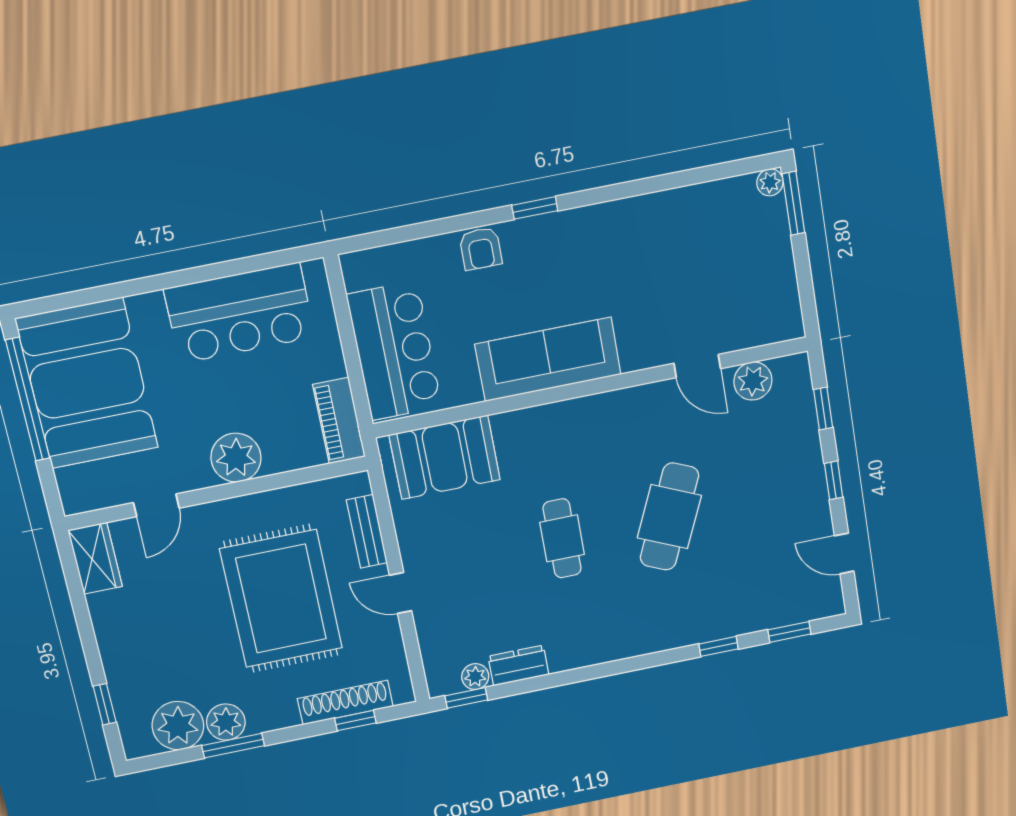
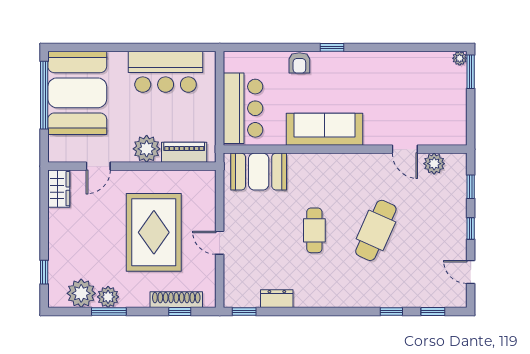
piano: (339, 421) -> (184, 152), moved, turned 90
bench: (367, 531) -> (208, 204), removed
plant: (475, 677) -> (252, 300), removed

